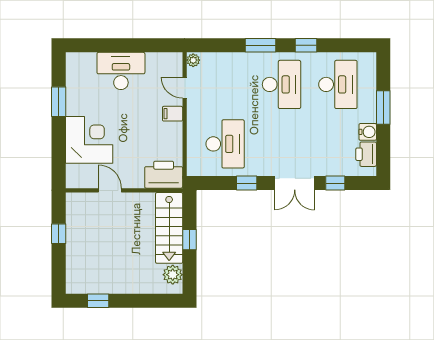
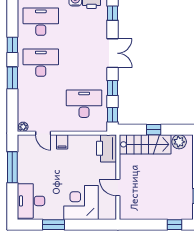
window: (138, 45) -> (12, 167), added
desk: (121, 71) -> (31, 201), moved
door: (185, 88) -> (43, 133), hinge flipped
window: (210, 183) -> (113, 115), added
window: (335, 183) -> (113, 13), moved
door: (110, 190) -> (118, 187), hinge flipped
window: (59, 234) -> (175, 225), moved

